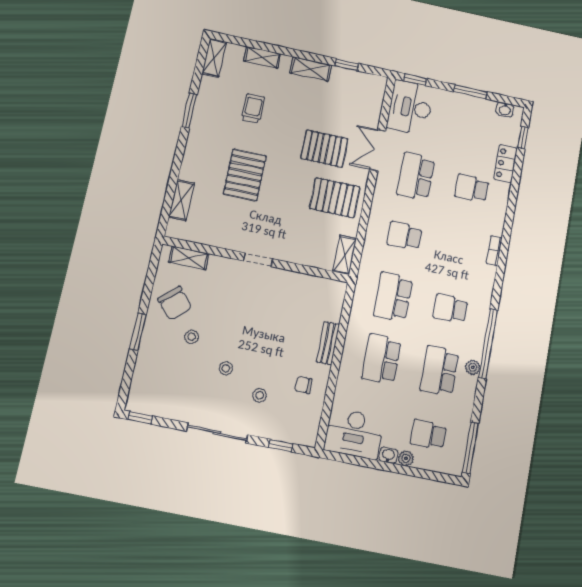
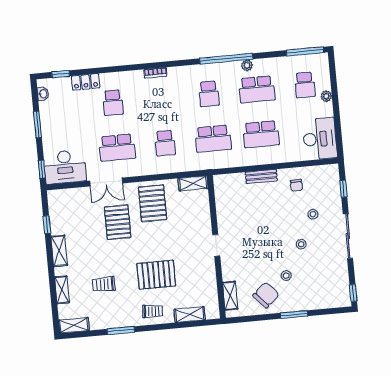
trolley: (201, 156) -> (153, 311), added
washbasin: (388, 455) -> (328, 110), removed

